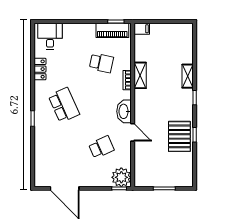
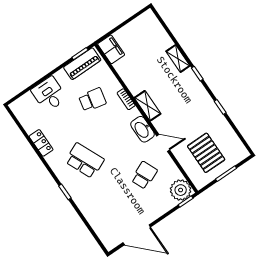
filing cabinet: (142, 29) -> (111, 49), width x2.00
desk: (50, 36) -> (49, 94), moved
shelving: (140, 75) -> (148, 106), moved
pallet: (179, 136) -> (206, 153), moved

